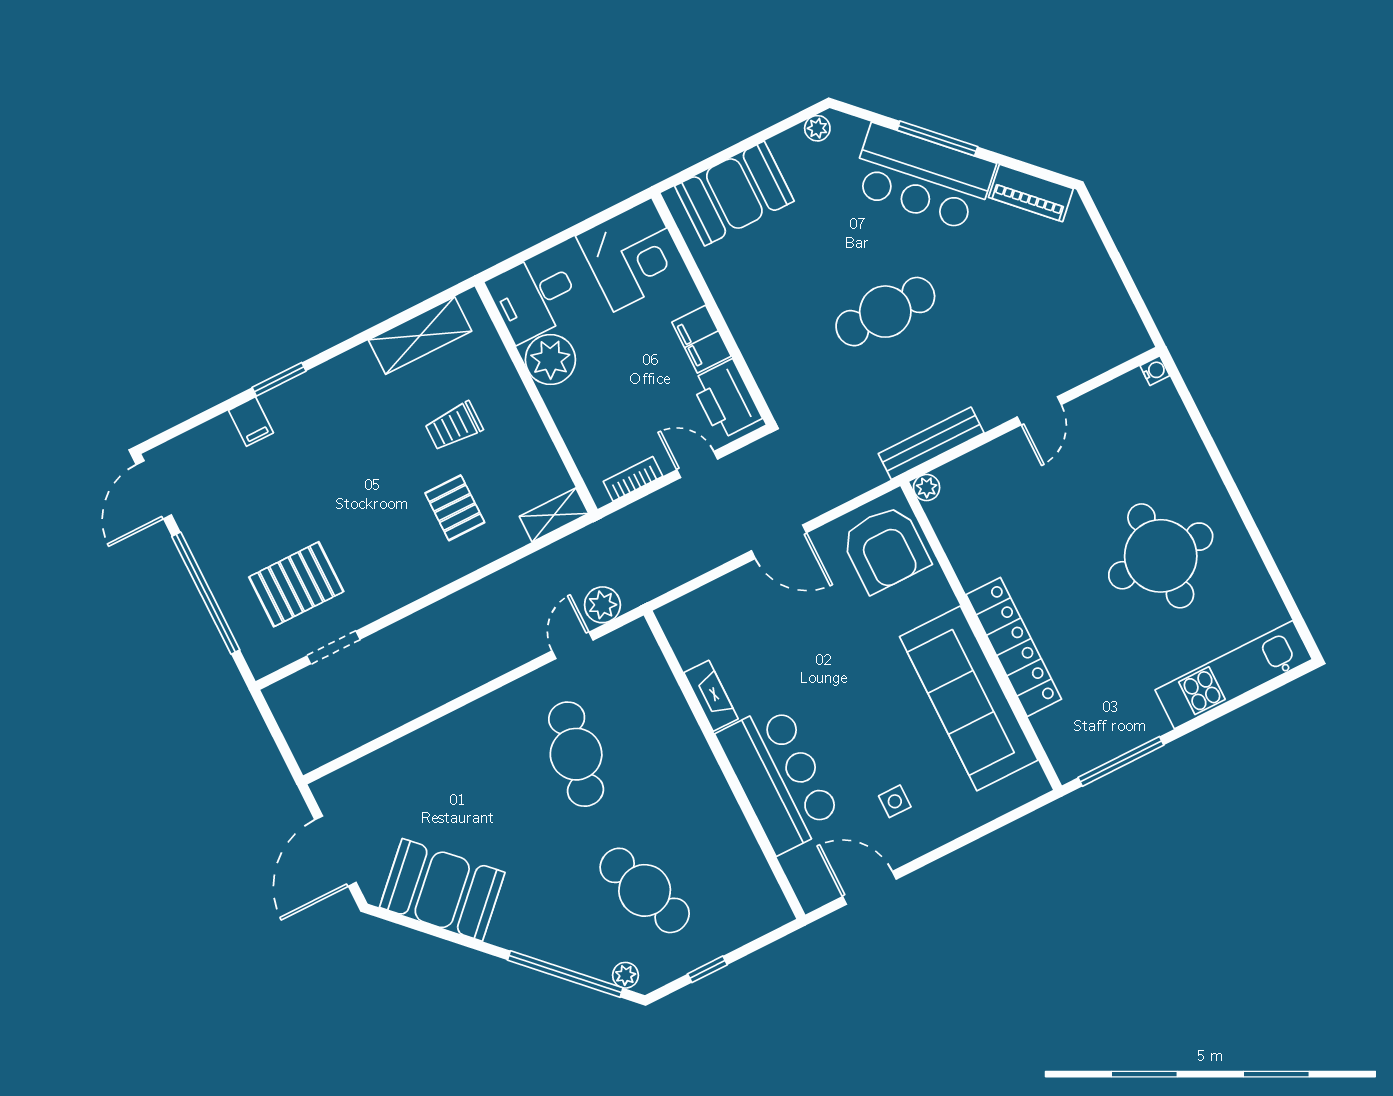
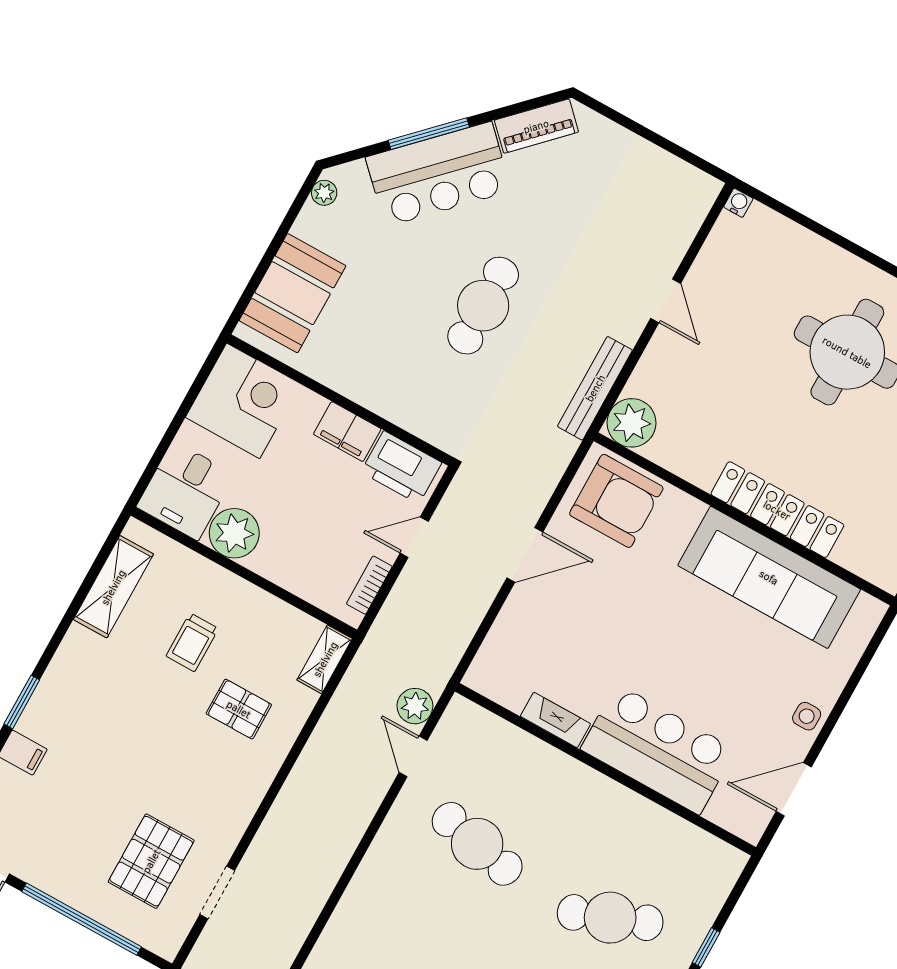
plant: (927, 488) -> (632, 423), width x1.88, depth x1.88
side table: (895, 801) -> (807, 716), moved

